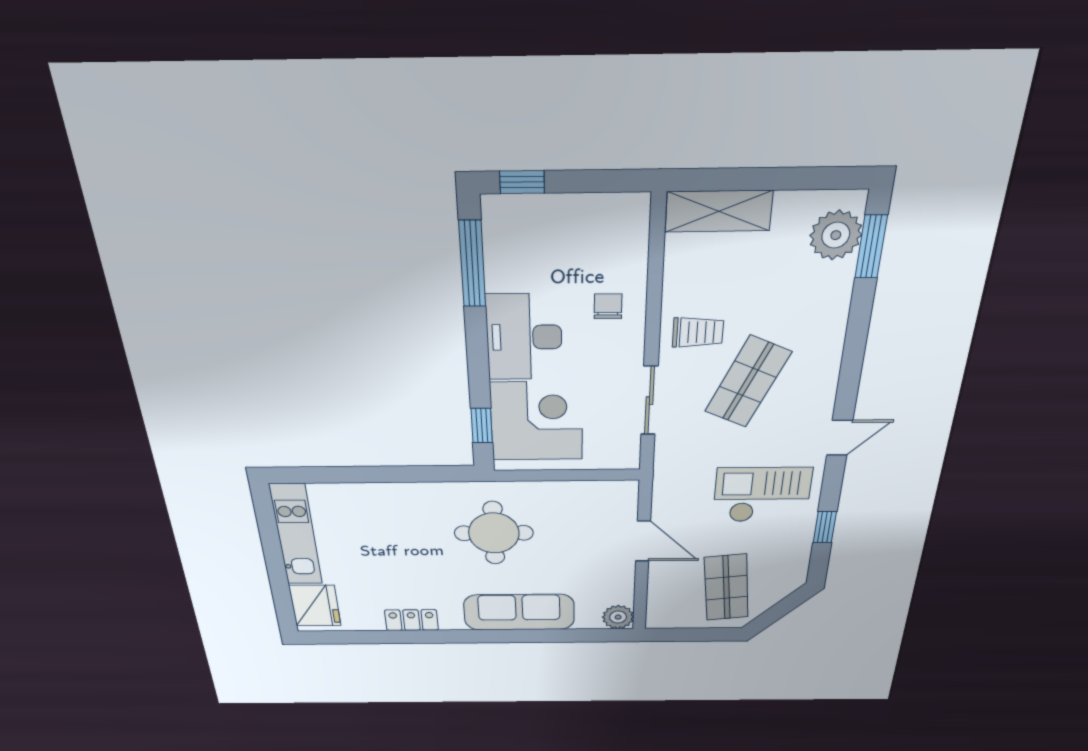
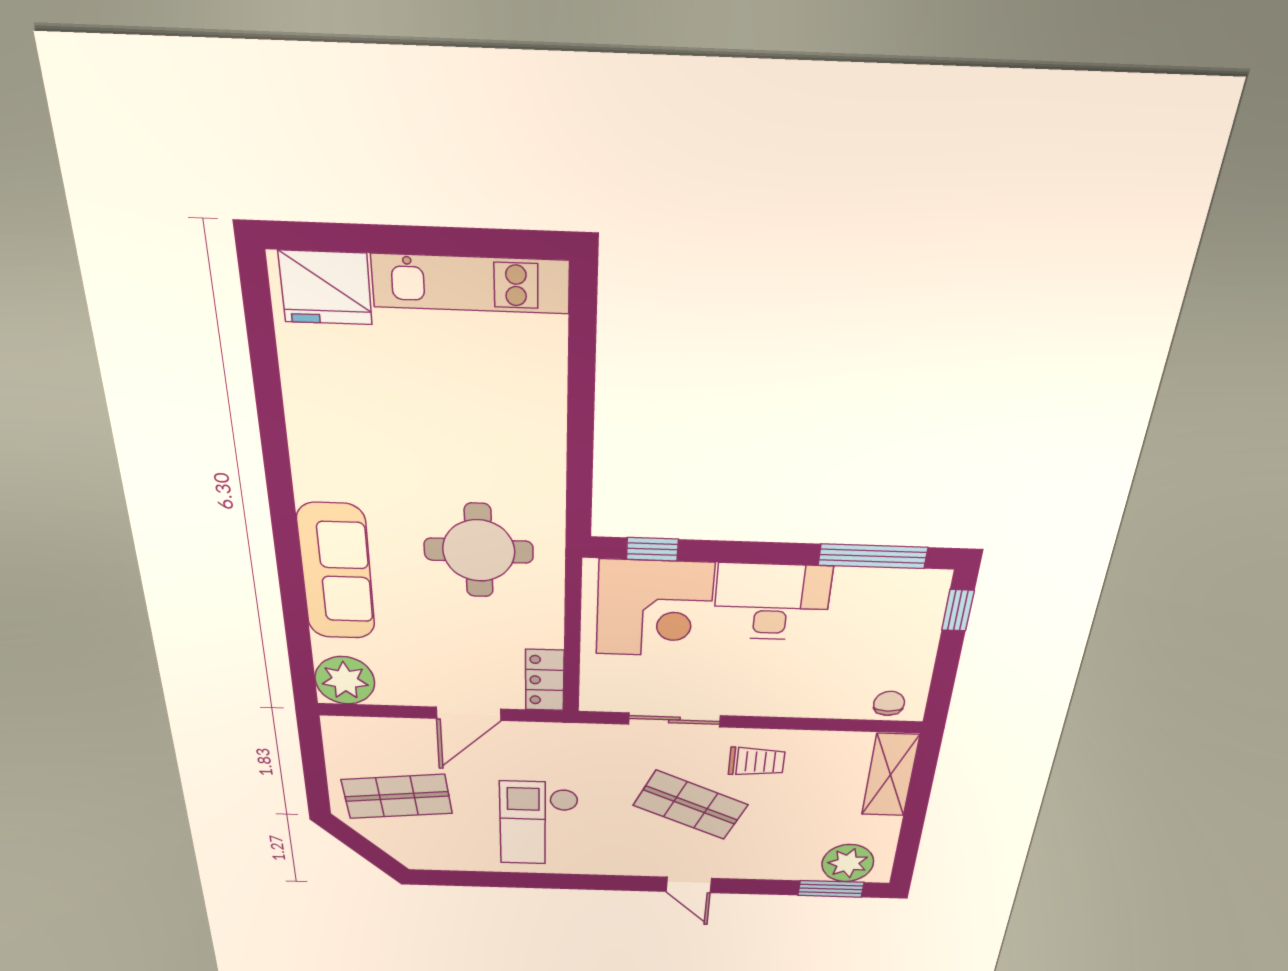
chair: (608, 306) -> (889, 703), moved, turned -90
trolley: (698, 332) -> (757, 762), turned -90
door: (840, 438) -> (689, 885), moved
checkout: (762, 495) -> (539, 823), turned 180
window: (825, 527) -> (493, 879), removed
plant: (618, 617) -> (345, 680), width x1.36, depth x1.36
locker: (411, 620) -> (545, 680), moved, turned 180

